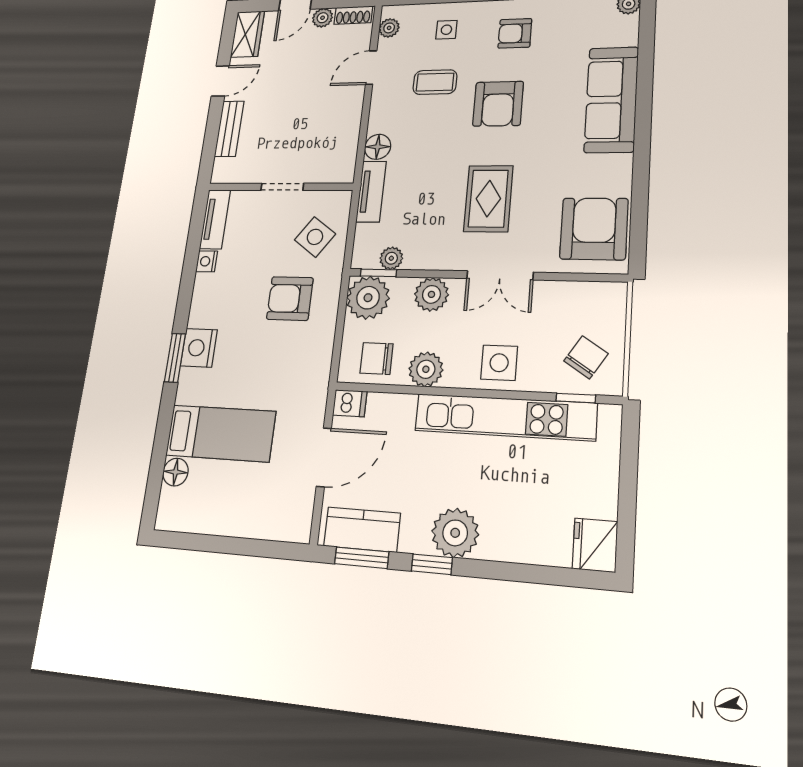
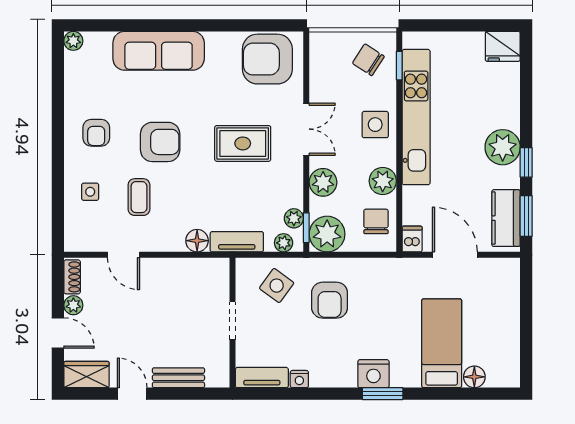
plant: (389, 28) -> (284, 243), moved
chair: (376, 358) -> (376, 221), turned 180

